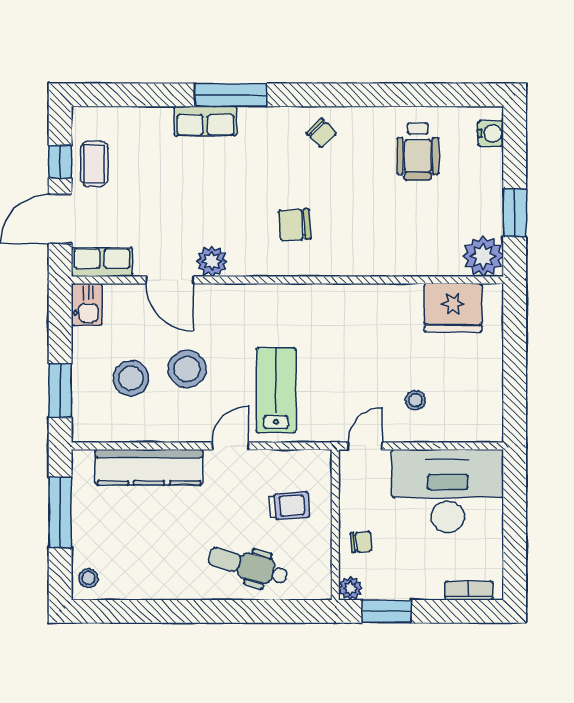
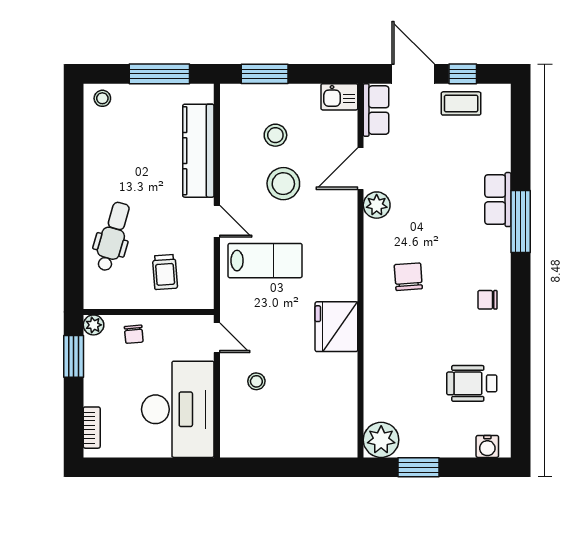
chair: (321, 133) -> (487, 300), turned 43
fridge: (453, 308) -> (336, 327), moved
stool: (131, 378) -> (275, 135), width x0.73, depth x0.73

